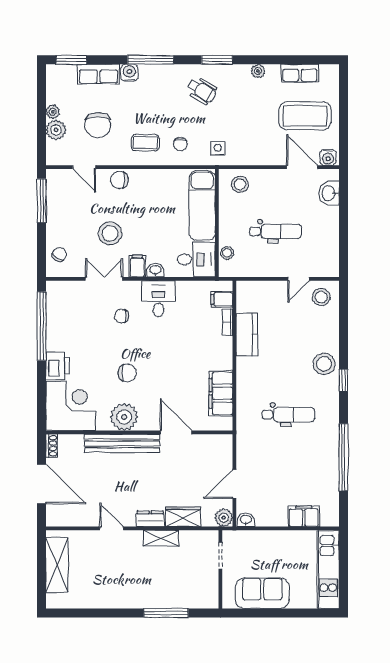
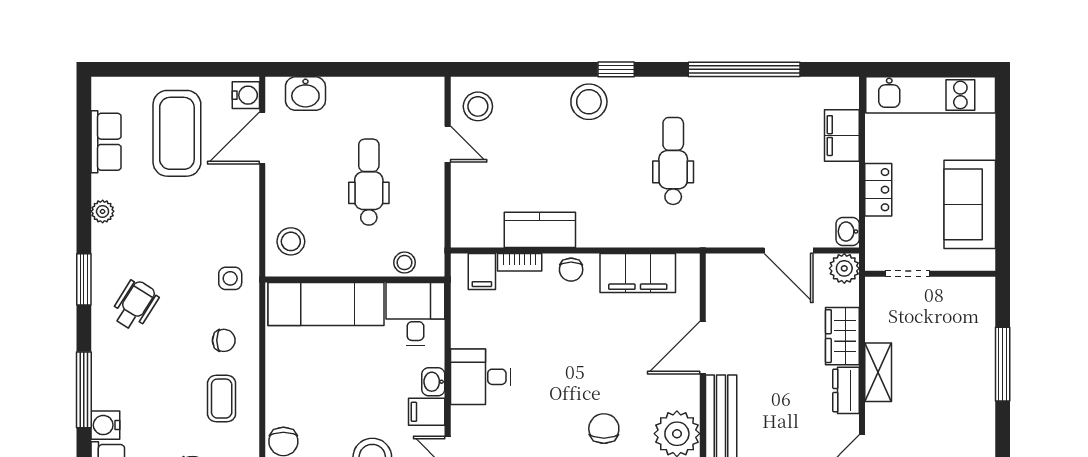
chair: (122, 316) -> (571, 270), moved
locker: (271, 538) -> (878, 190), added

